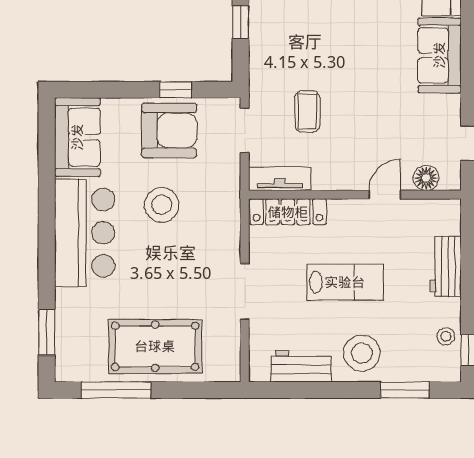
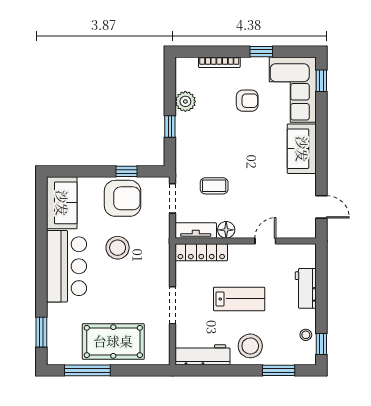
coffee table: (307, 111) -> (214, 186), turned 90
floor lamp: (426, 178) -> (226, 230), moved
workbench: (301, 367) -> (203, 355), width x1.38

